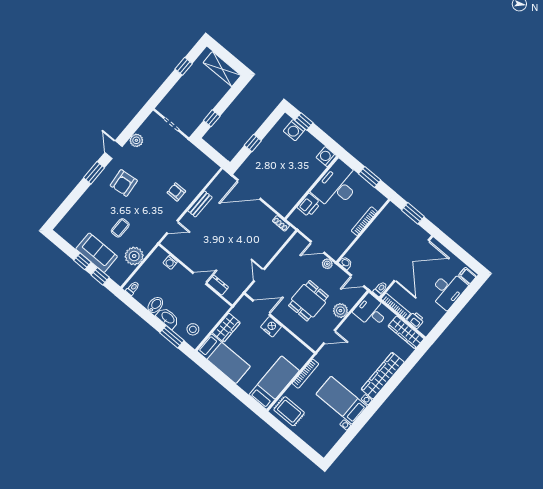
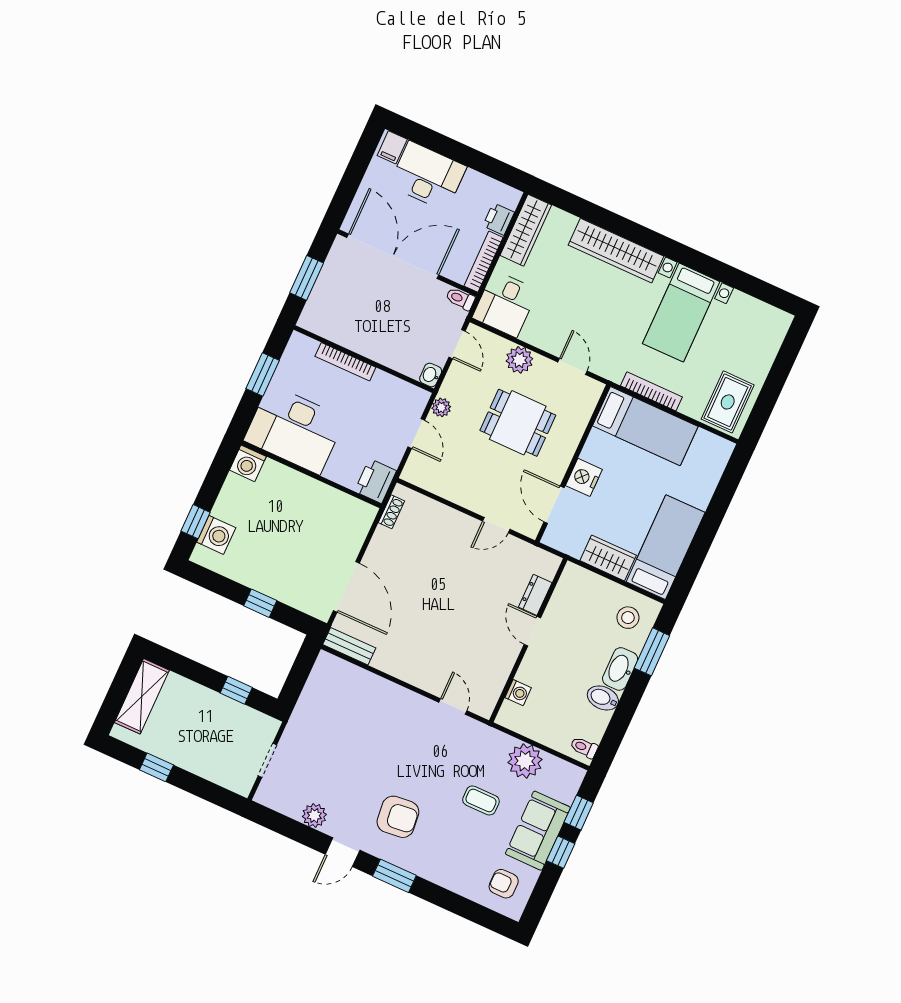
armchair: (176, 192) -> (504, 884), moved, turned 90
bench: (200, 204) -> (349, 646), moved
printer: (309, 205) -> (375, 481), moved, turned -90
bed: (274, 383) -> (645, 426), moved, turned 180

